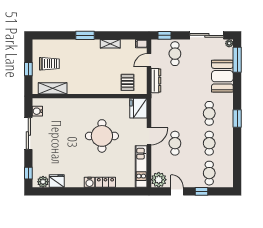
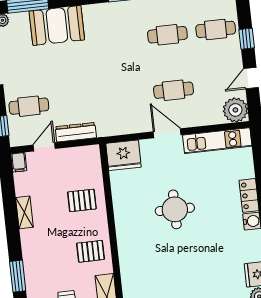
window: (85, 35) -> (18, 276), moved
door: (149, 60) -> (44, 147), swing flipped
pallet: (82, 82) -> (90, 251), added
pallet: (127, 82) -> (82, 200), moved
cafe table: (209, 113) -> (119, 40), removed
round table: (102, 136) -> (175, 209), width x0.73, depth x0.73

